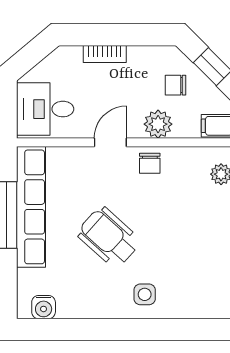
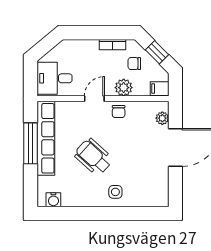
bookcase: (105, 54) -> (112, 45), moved

